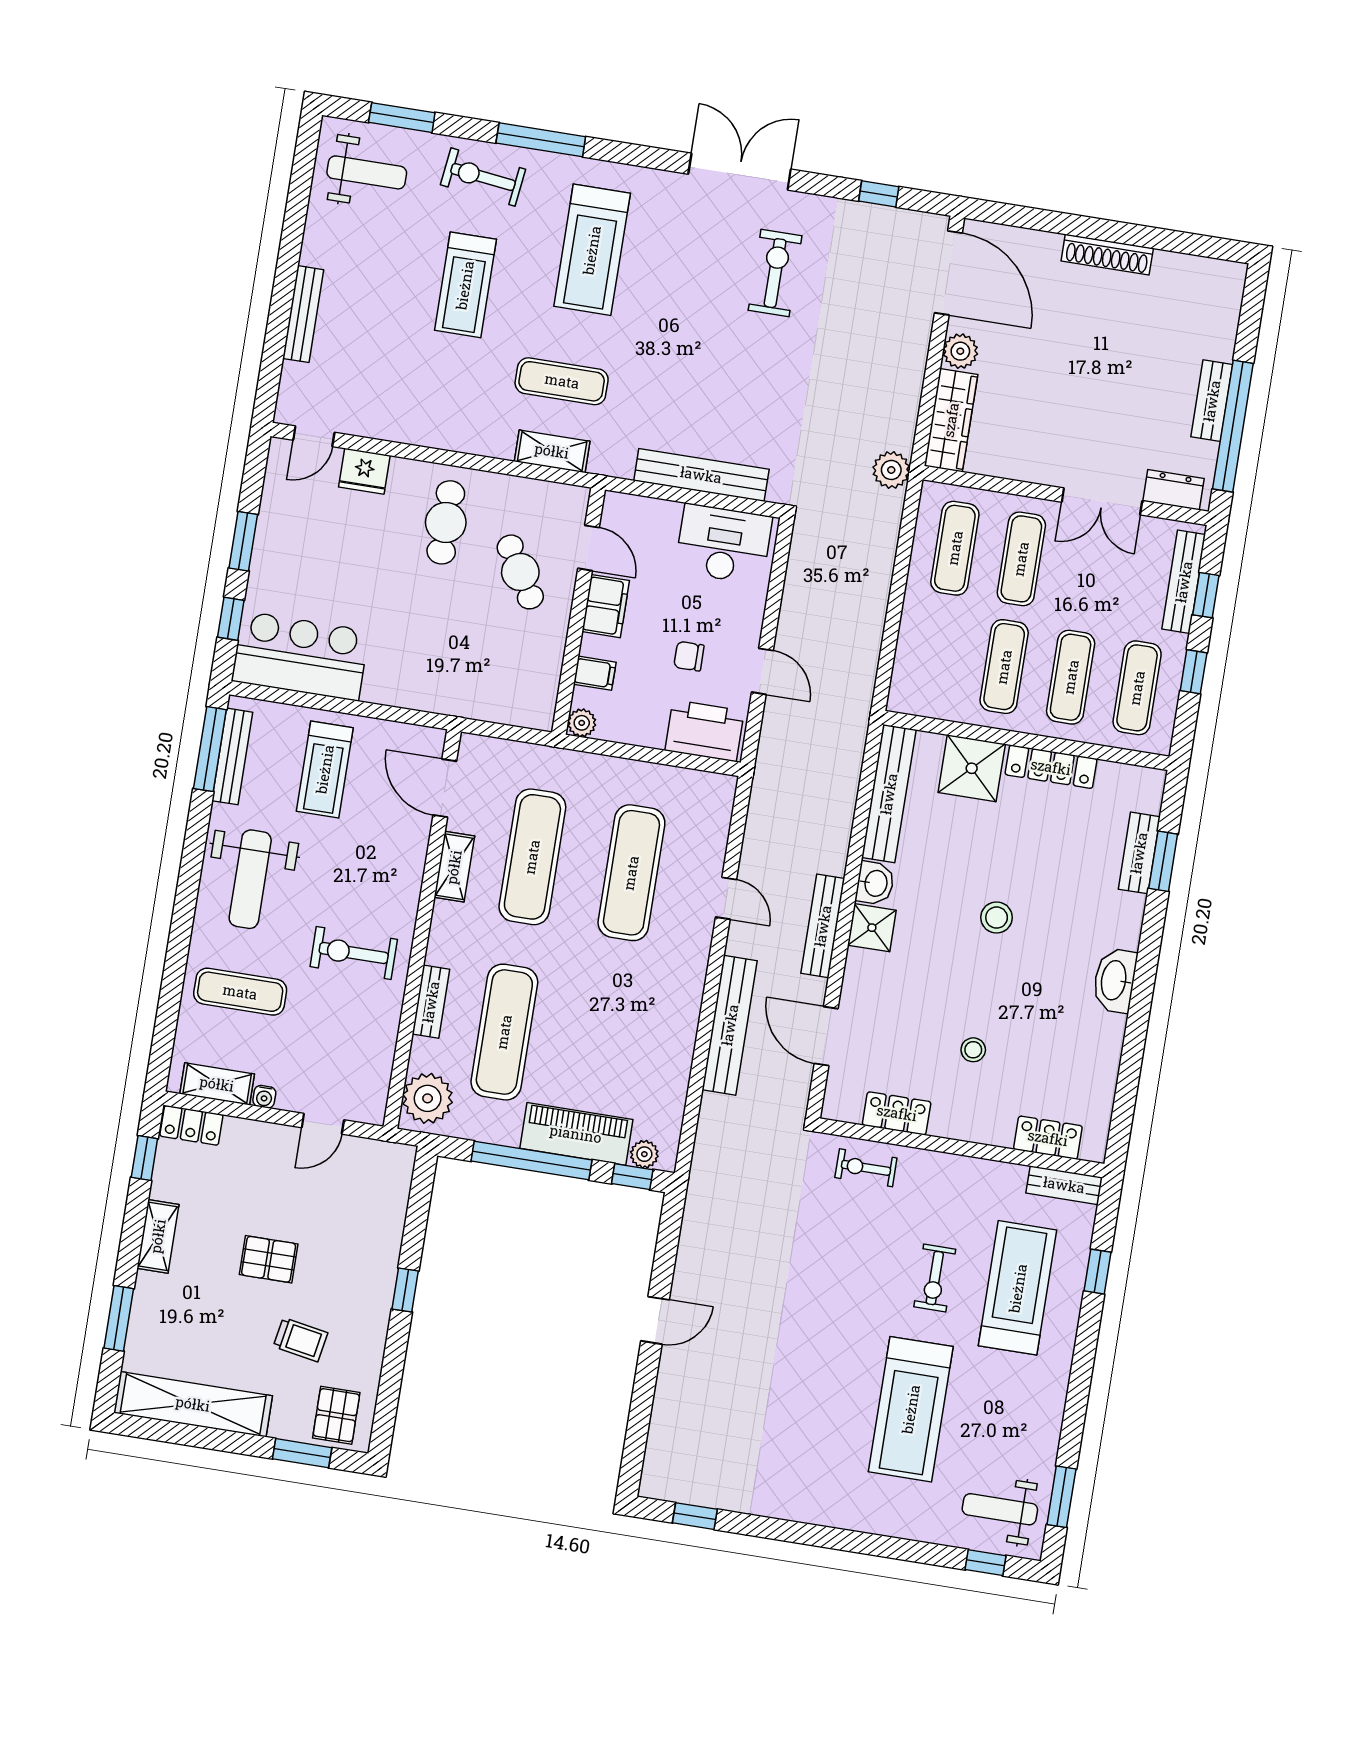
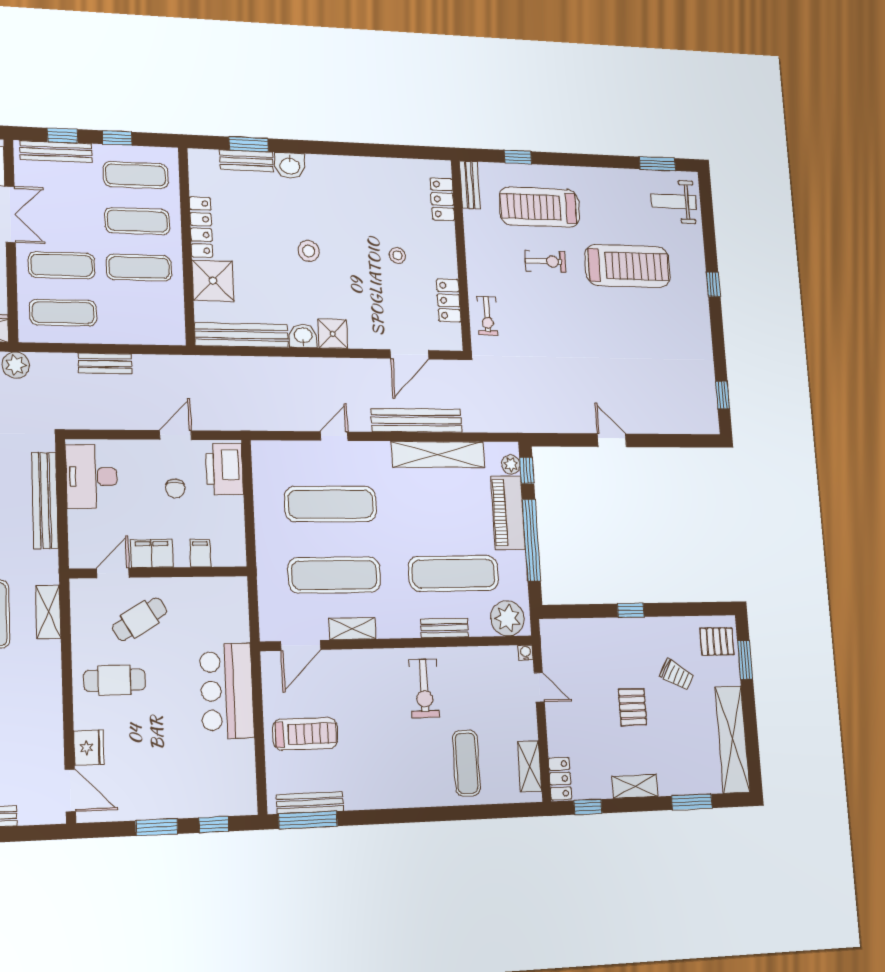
door: (314, 436) -> (70, 790), width x1.37
bar counter: (300, 656) -> (227, 691), moved
plant: (582, 723) -> (236, 556), removed
weight bench: (250, 879) -> (391, 772), removed
bench: (823, 926) -> (105, 363), moved, width x0.73
washbasin: (1115, 980) -> (290, 165), moved, width x0.72
shelving: (676, 1047) -> (438, 454), added
water cooler: (264, 1097) -> (526, 653), moved, turned -90
trolley: (301, 1340) -> (677, 675), turned 110
weight bench: (1000, 1509) -> (674, 201), turned 90
window: (985, 1563) -> (713, 284), moved

